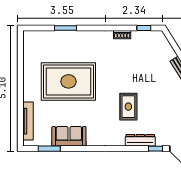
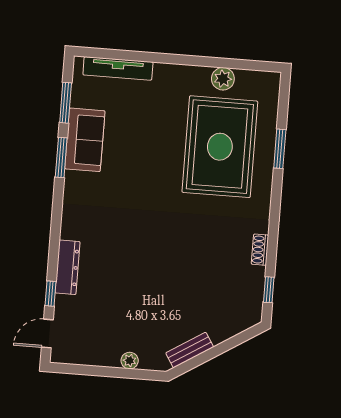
plant: (29, 63) -> (223, 79), added
rug: (68, 81) -> (220, 147), moved
rug: (128, 107) -> (130, 251), removed
window: (80, 149) -> (61, 158), added

